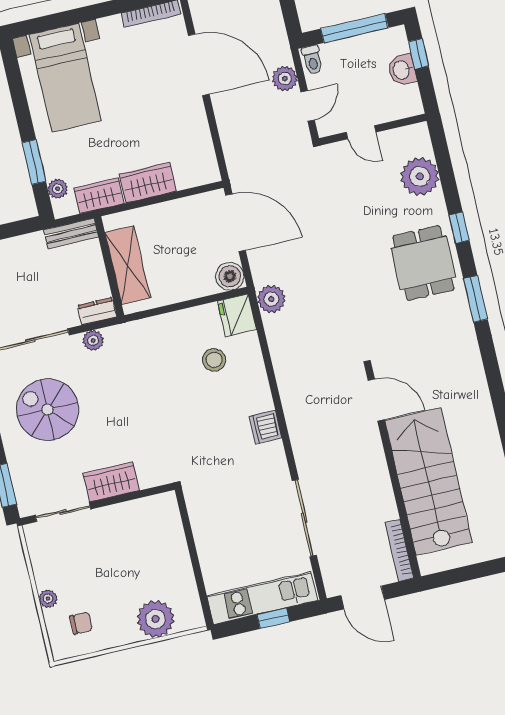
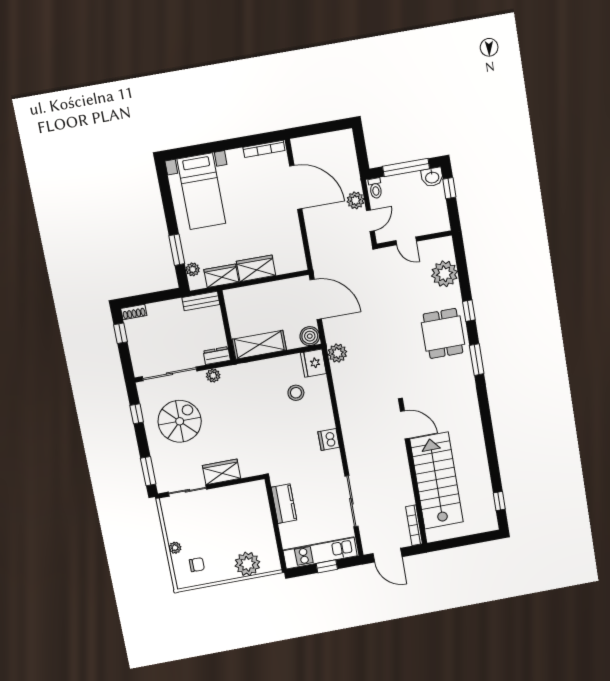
washbasin: (402, 70) -> (432, 177), moved, turned -90
shelving: (128, 265) -> (259, 345), moved, turned 90
spiral stairs: (48, 410) -> (180, 421), turned 90
kitchen counter: (205, 526) -> (284, 504), added

